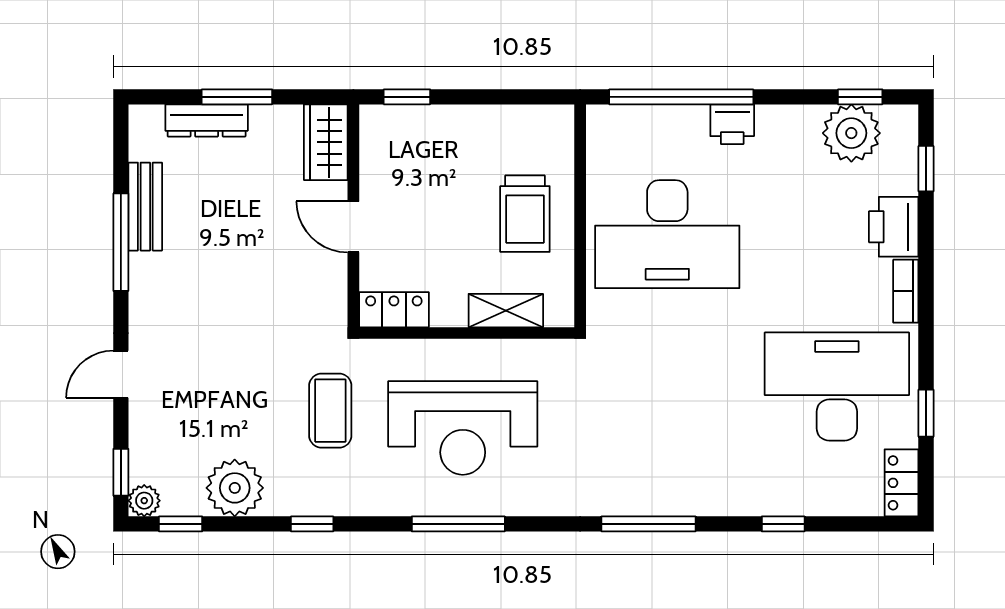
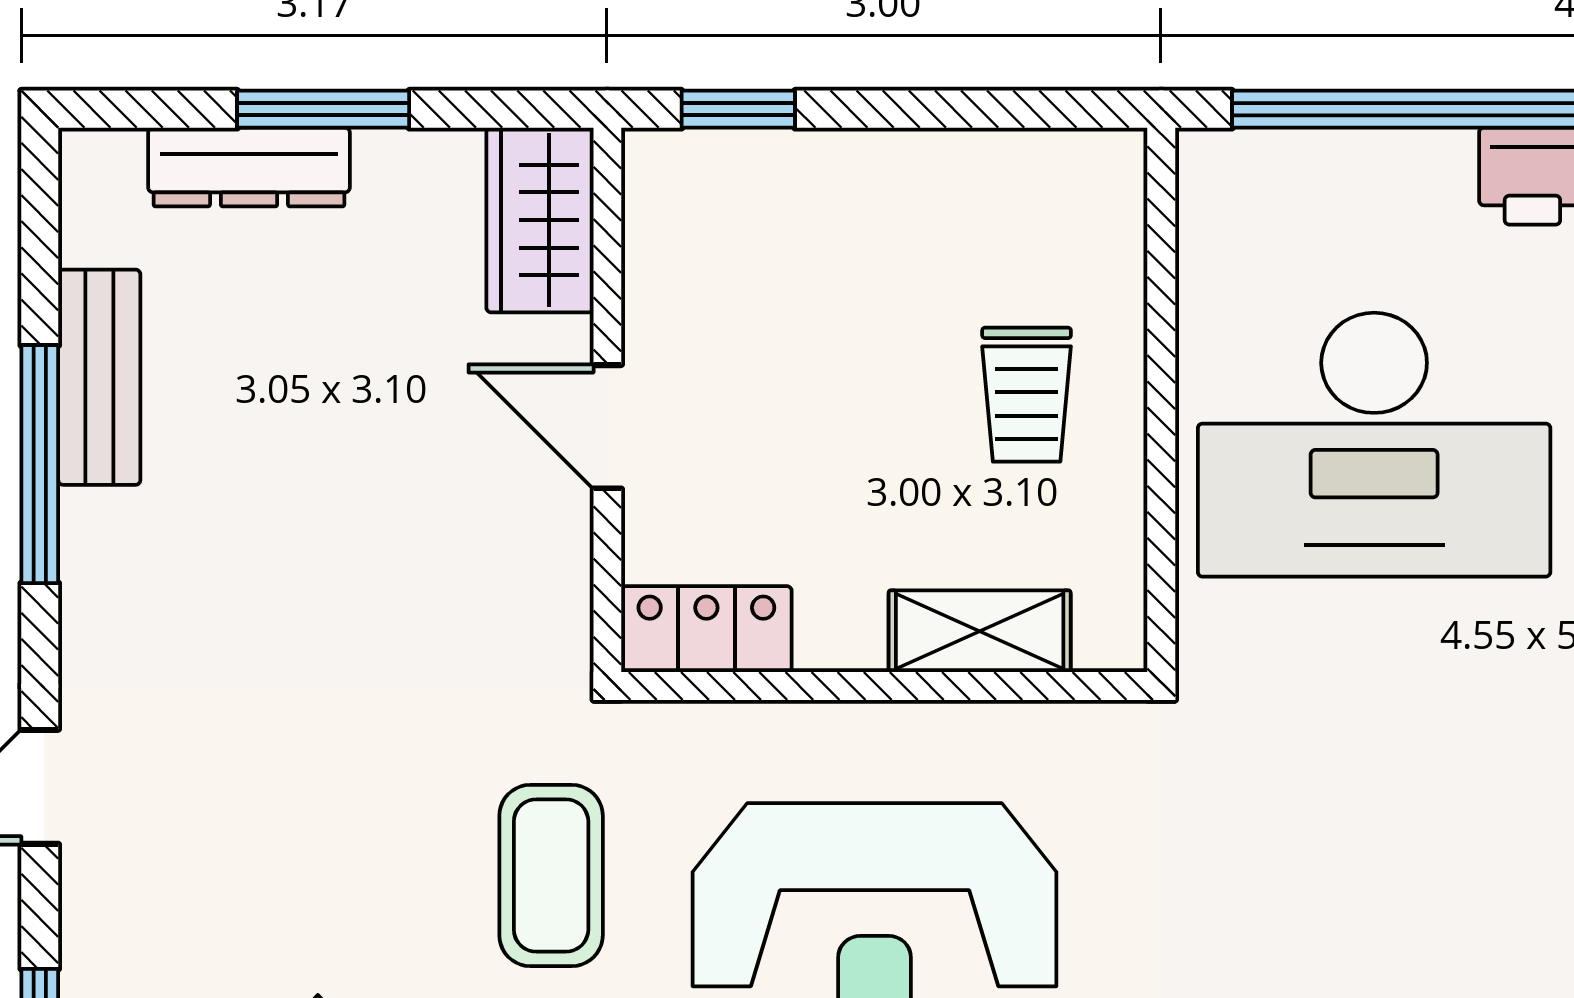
trolley: (525, 214) -> (1027, 395), width x0.73, depth x0.72

